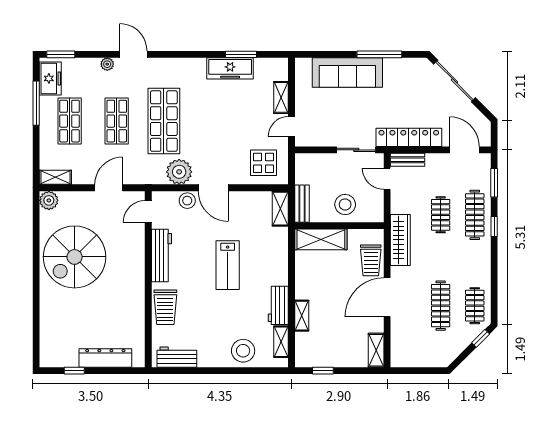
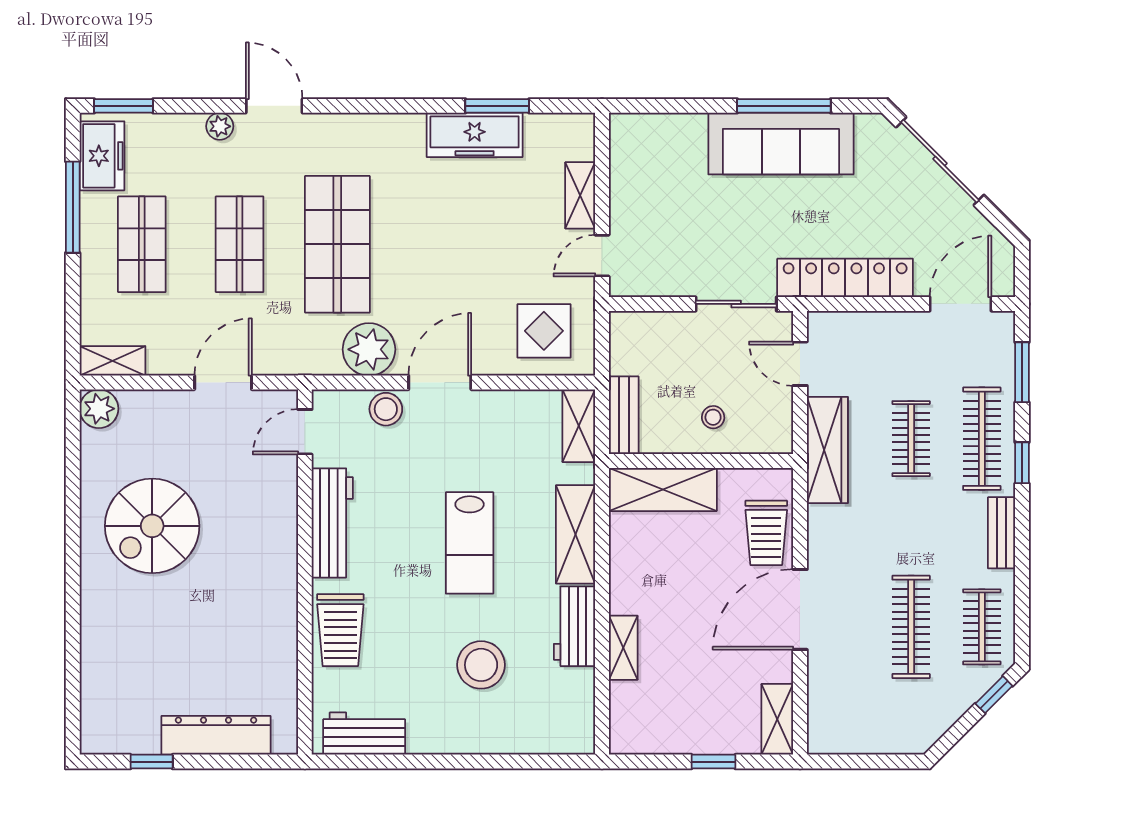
sofa: (347, 73) -> (781, 144), moved
door: (464, 150) -> (960, 304), hinge flipped
bench: (408, 160) -> (1002, 533), moved, turned 90
door: (213, 188) -> (440, 383), swing flipped
stool: (345, 204) -> (713, 417), width x0.53, depth x0.53
wardrobe: (400, 240) -> (827, 450), moved
spiral stairs: (75, 257) -> (152, 526), width x0.73, depth x0.73
shelving: (281, 342) -> (575, 534), moved, width x1.50, depth x1.33
stool: (243, 351) -> (481, 665), moved
window: (323, 371) -> (713, 762), moved

